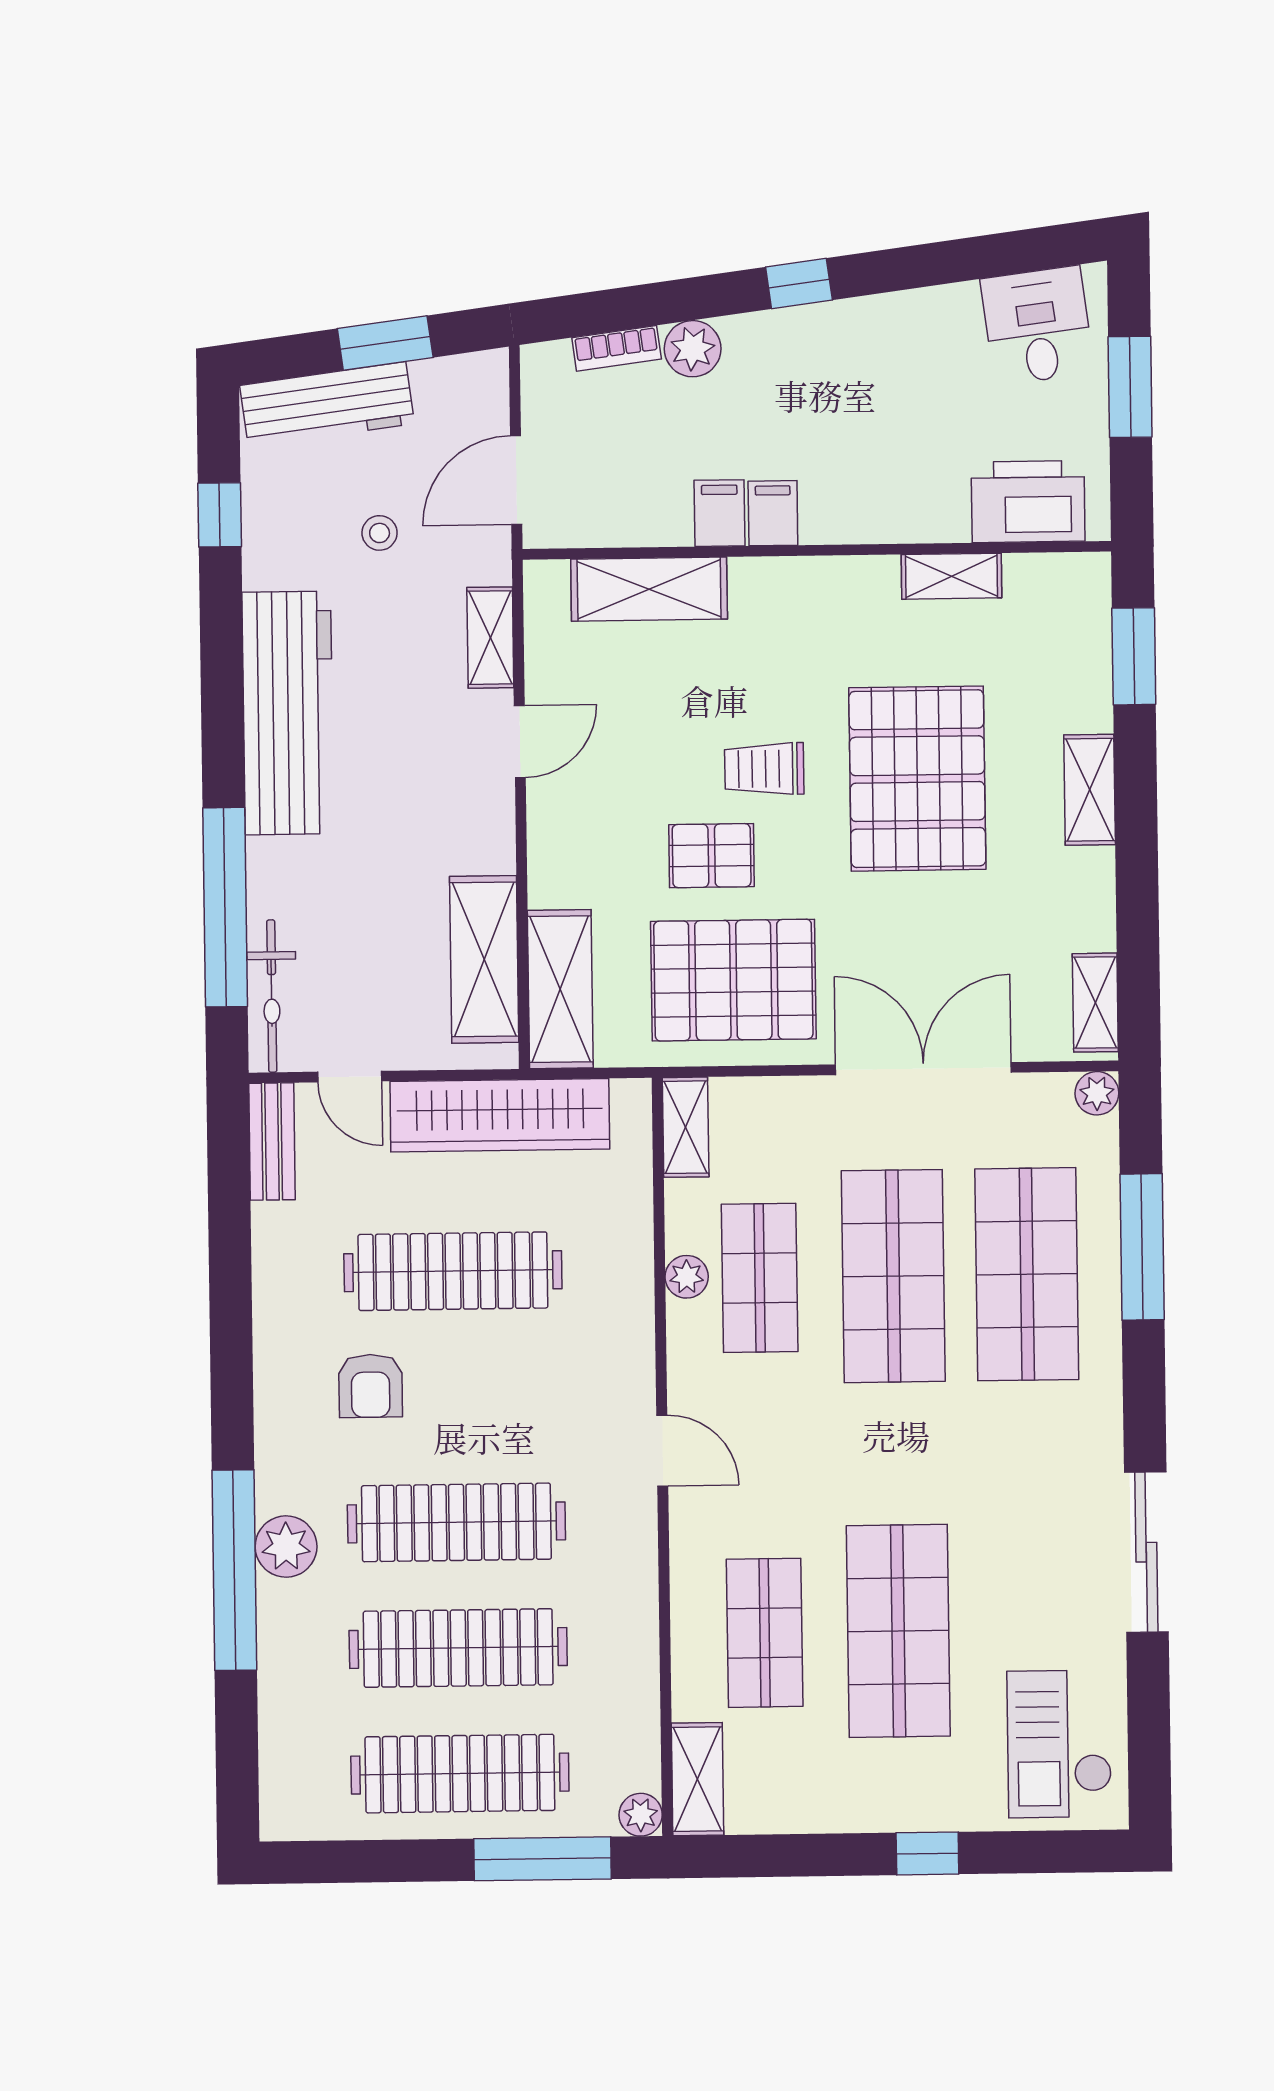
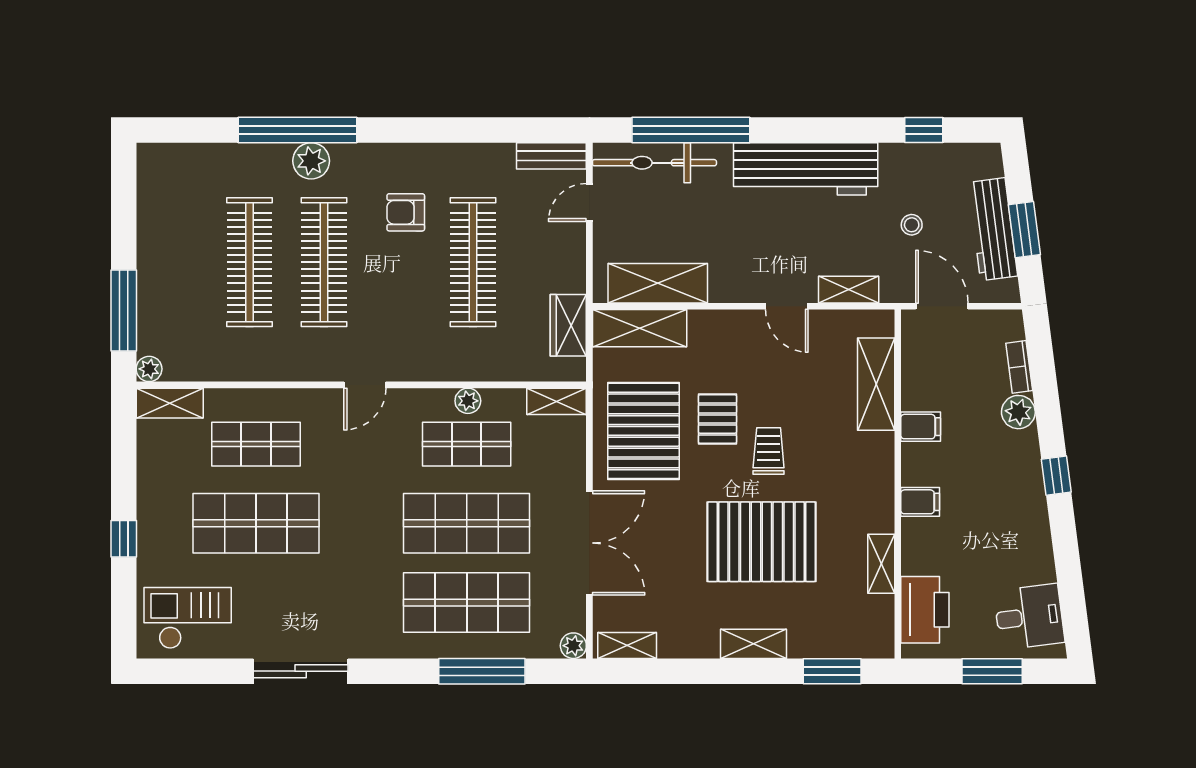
workbench: (327, 405) -> (993, 229), moved
filing cabinet: (773, 513) -> (920, 502), moved
bicycle: (272, 996) -> (654, 163), width x1.37, depth x1.40
wardrobe: (500, 1115) -> (568, 325), width x0.48, depth x0.85
clothes rail: (460, 1774) -> (175, 262), removed

